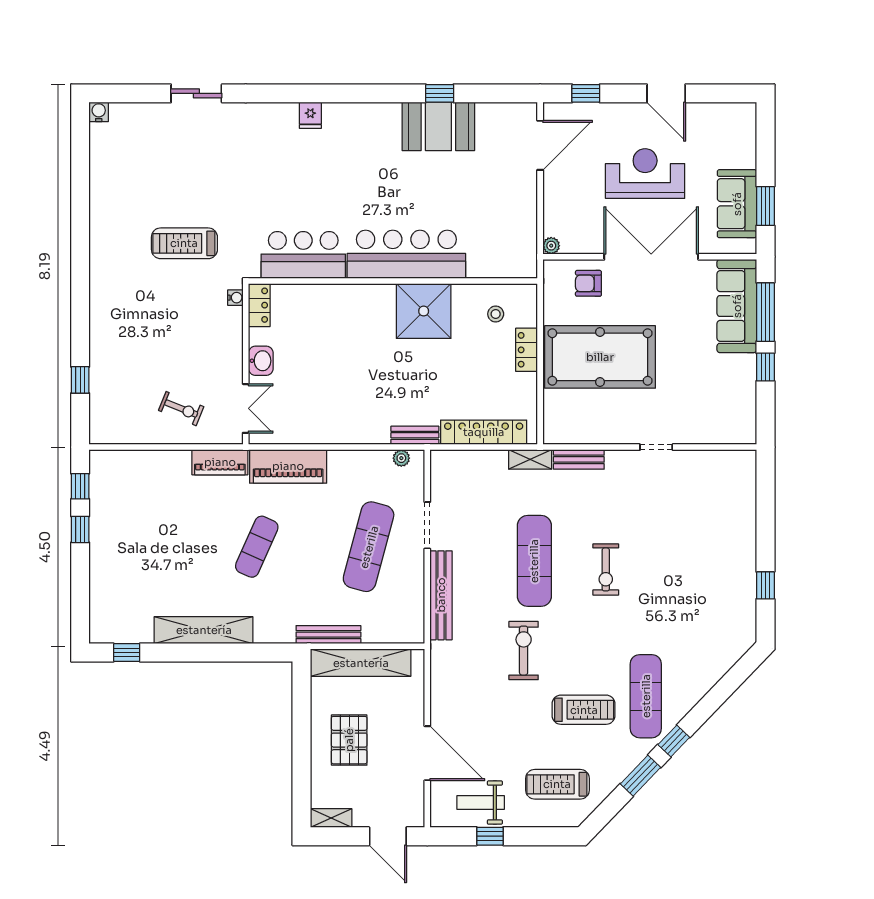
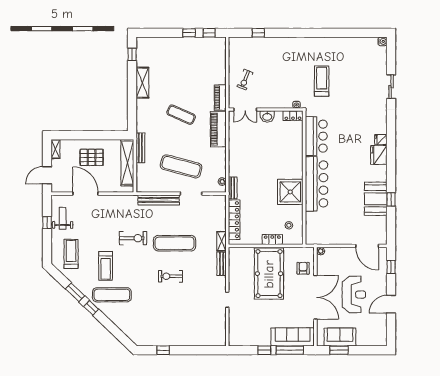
fridge: (344, 120) -> (379, 155), added
shelving: (204, 630) -> (142, 83), width x0.68
door: (427, 753) -> (85, 194), swing flipped

